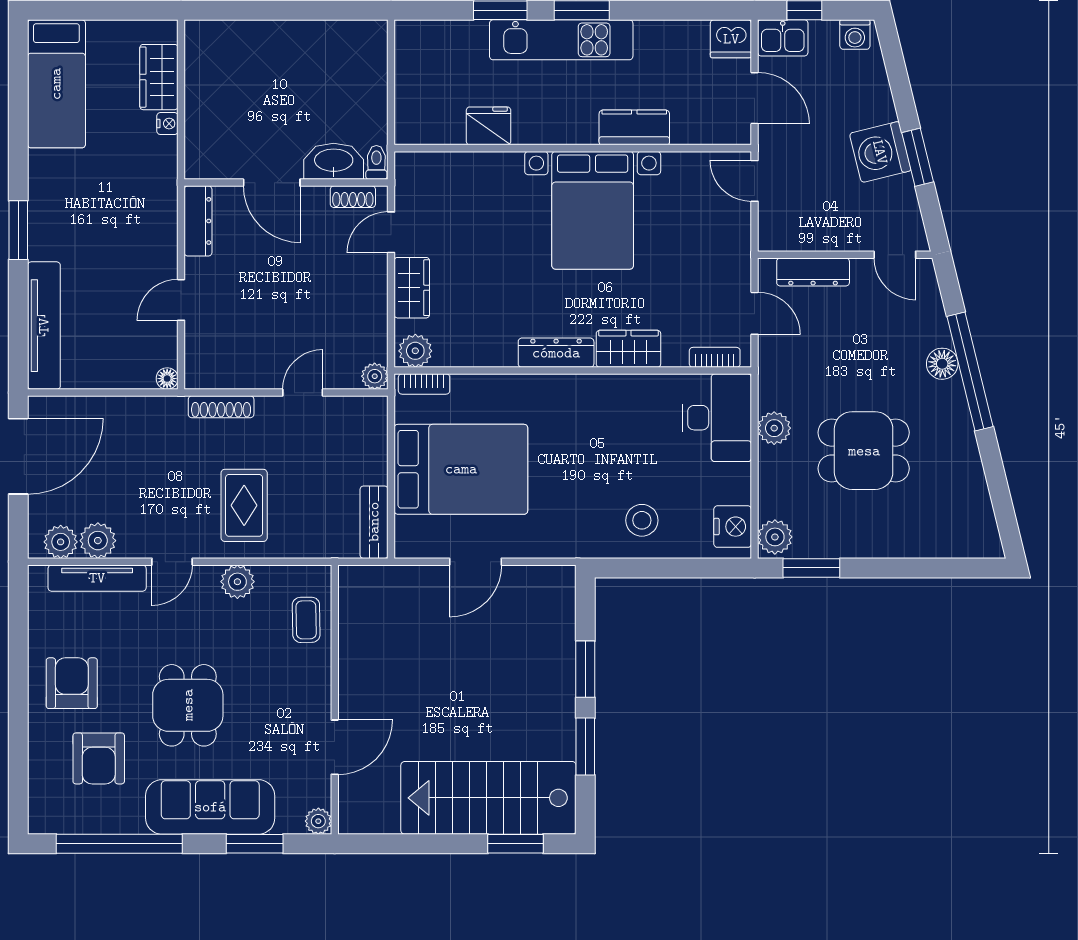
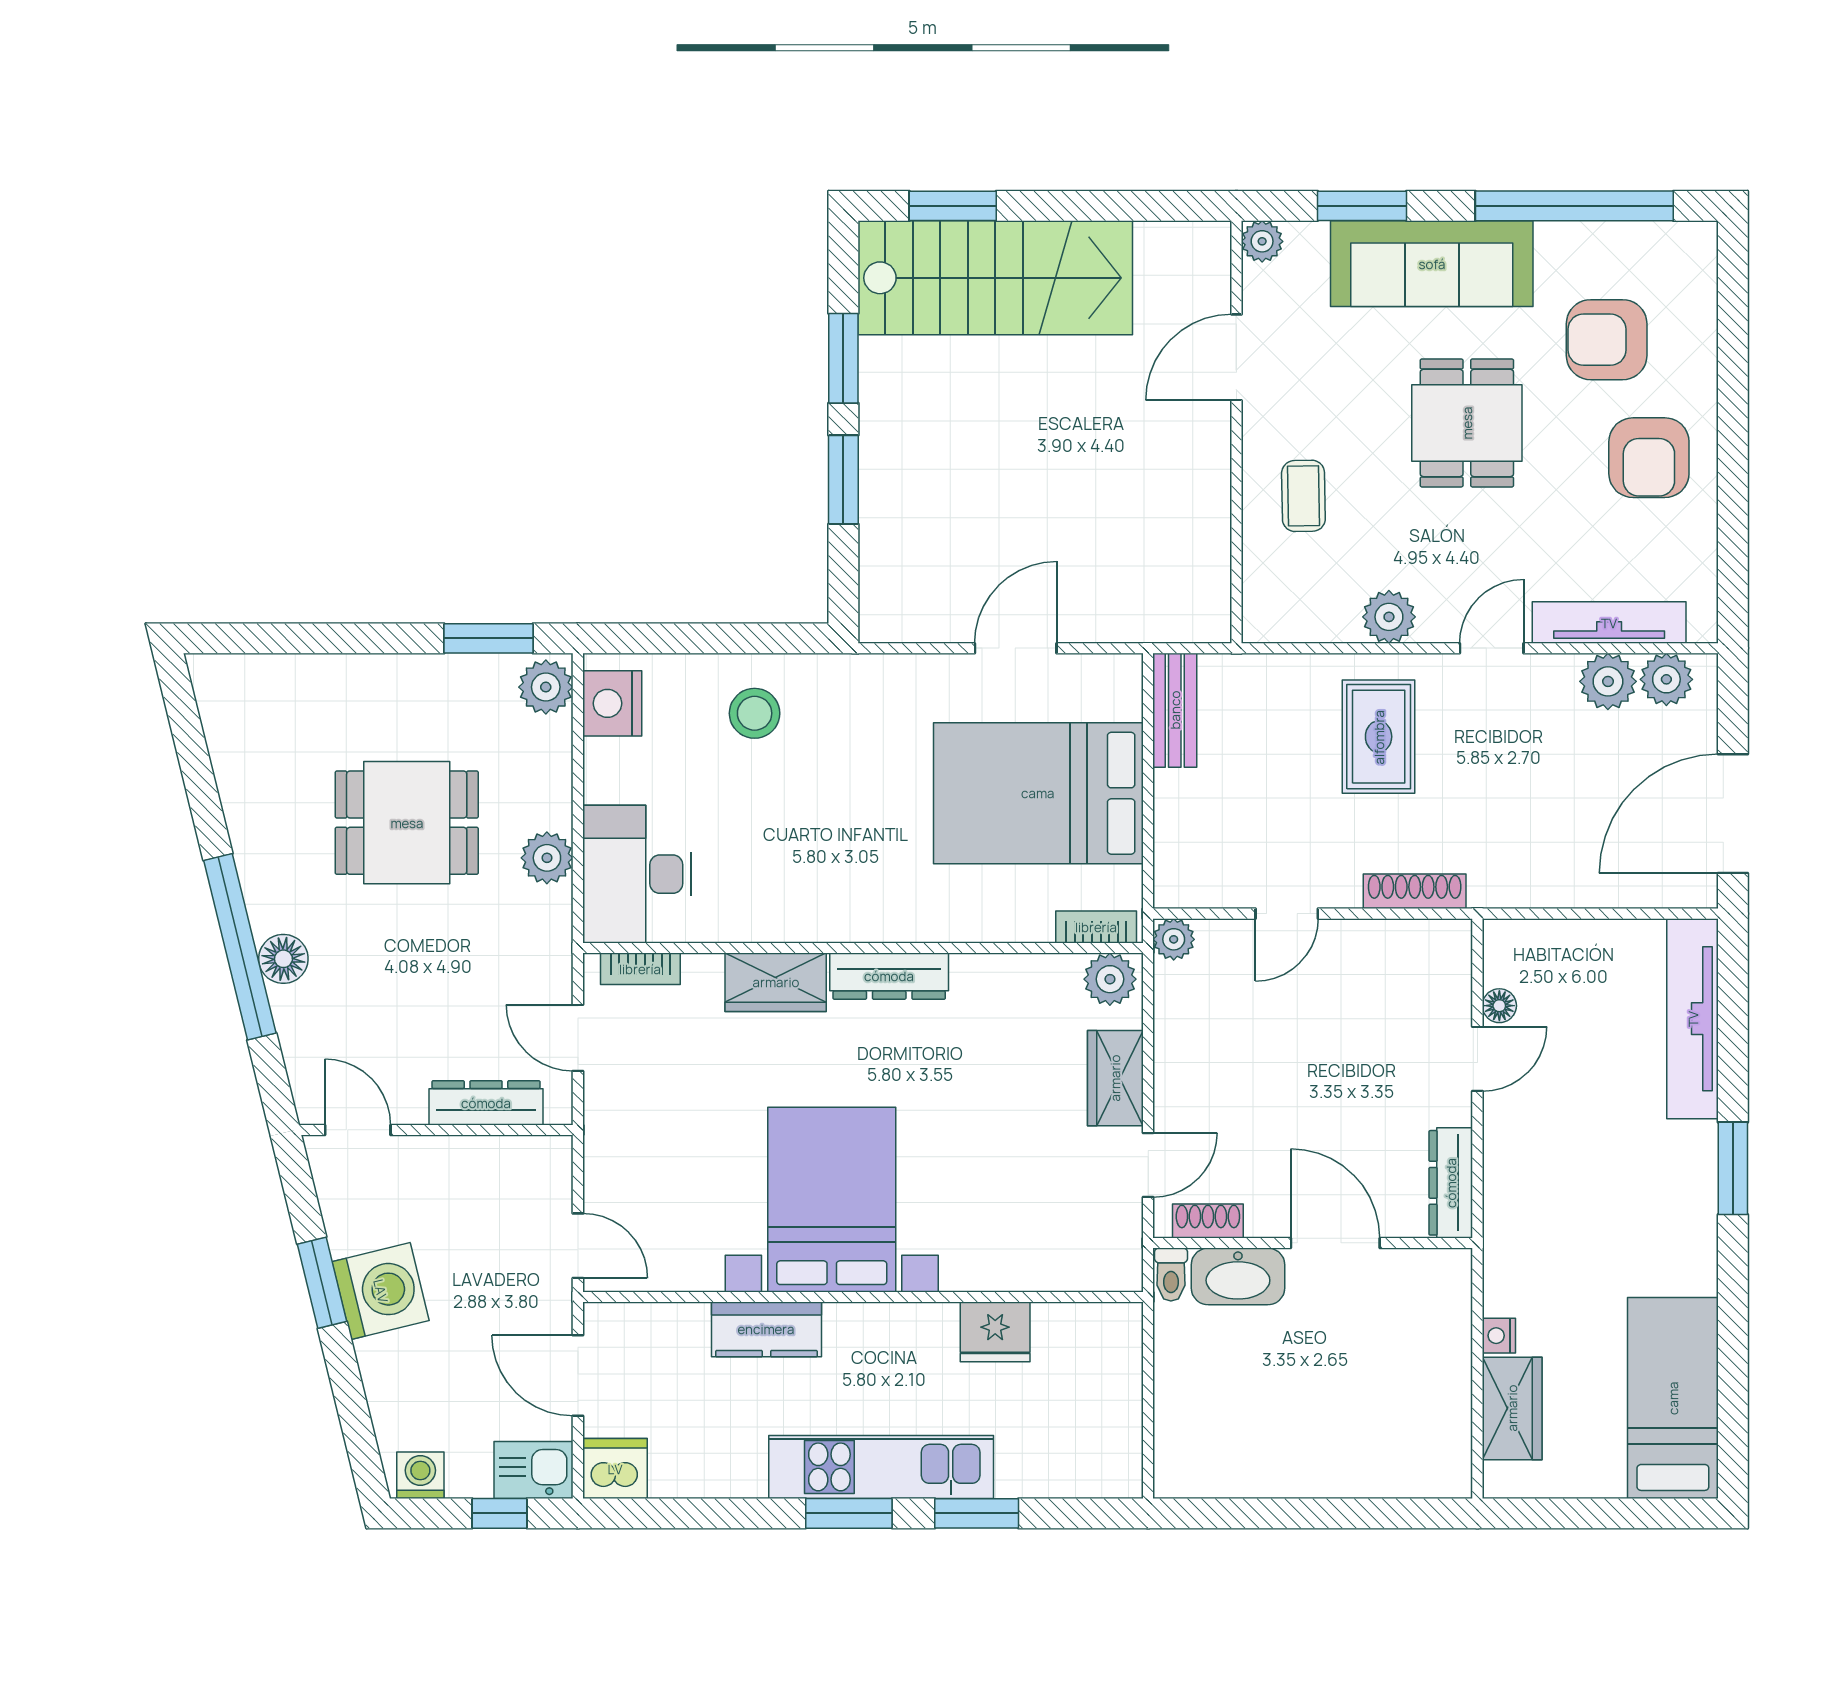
floor lamp: (167, 379) -> (1499, 1006), moved
coffee table: (306, 620) -> (1303, 496), moved
armchair: (99, 758) -> (1607, 340), turned -90

